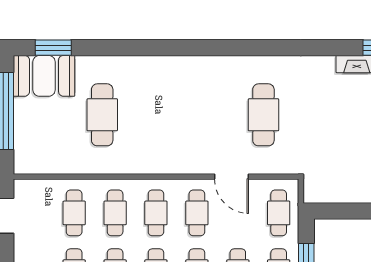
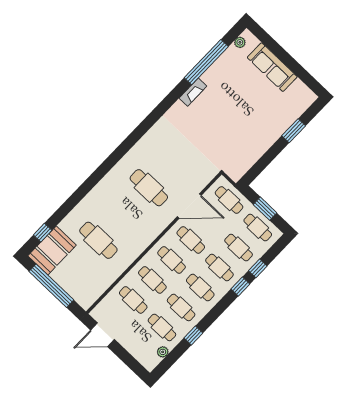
window: (53, 48) -> (43, 233), width x0.67
cafe table: (263, 115) -> (149, 188), moved
door: (232, 177) -> (189, 206), width x1.36

